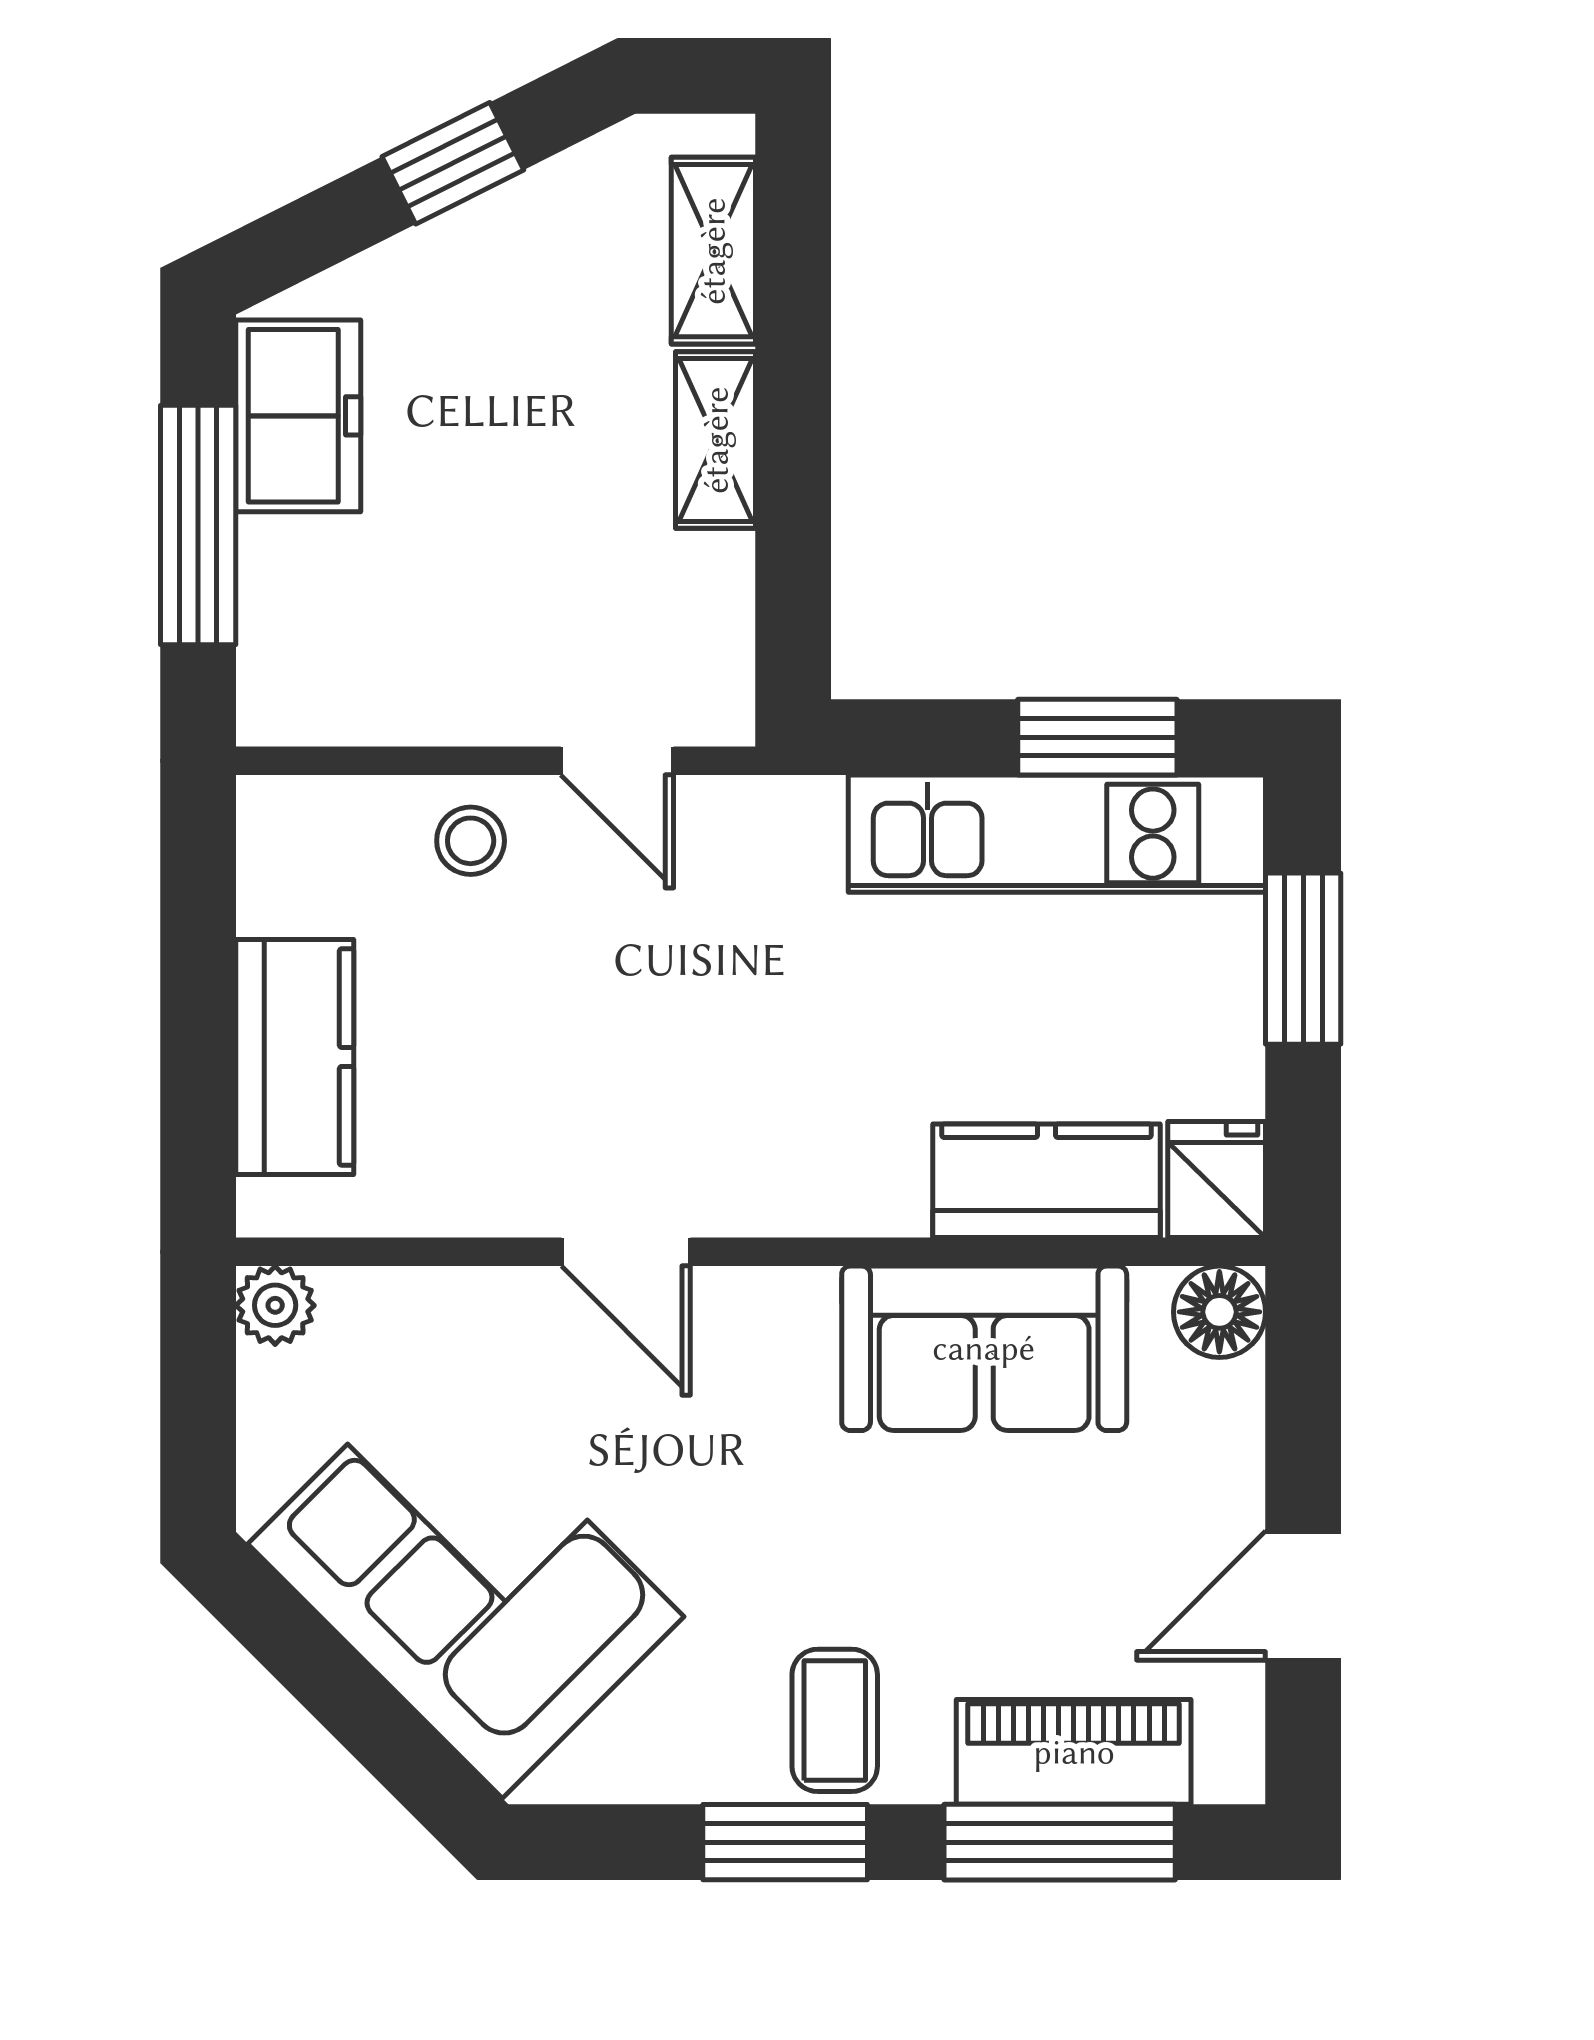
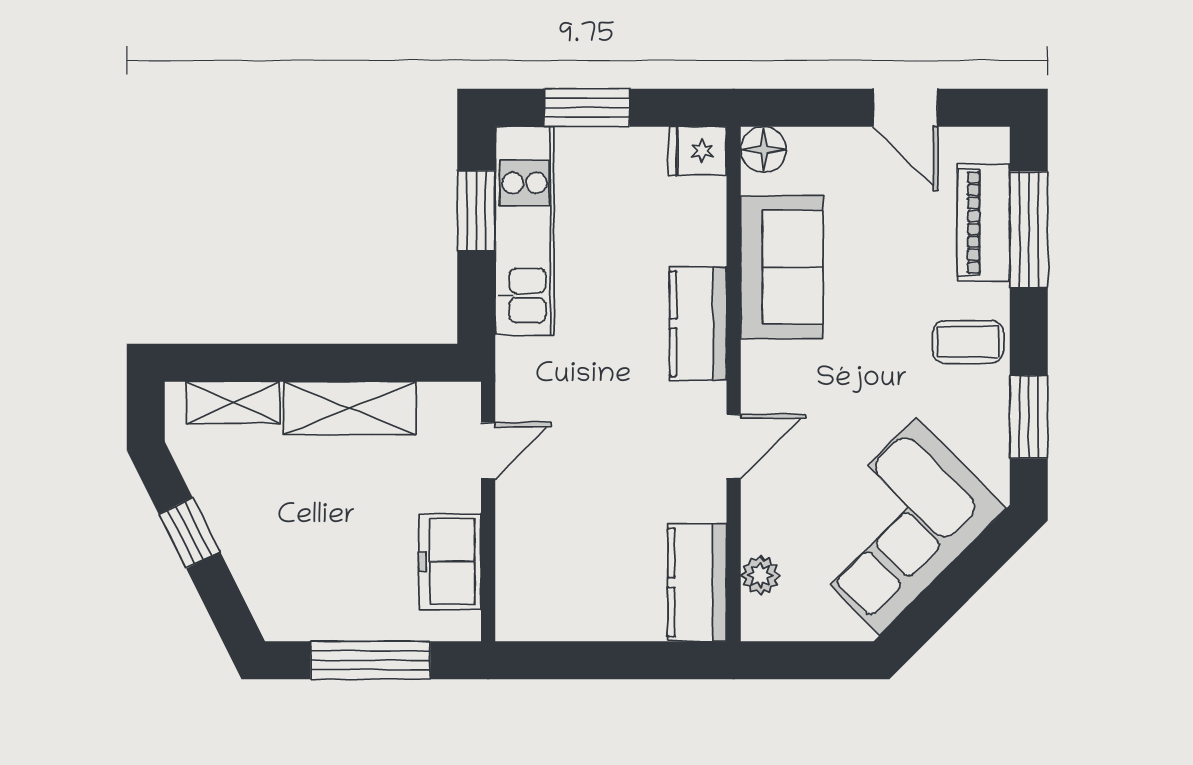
freezer: (298, 416) -> (450, 562), moved, turned -90
shelving: (716, 440) -> (350, 408), width x1.50, depth x1.33
stool: (471, 841) -> (528, 524), removed
kitchen counter: (295, 1057) -> (697, 582), moved, turned -90
kitchen counter: (1047, 1181) -> (698, 324), moved
plant: (275, 1305) -> (760, 575), moved
window: (785, 1842) -> (1029, 417), moved

